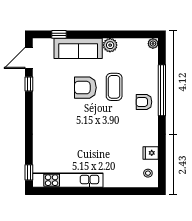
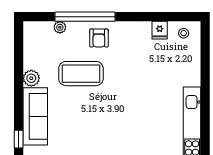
plant: (153, 44) -> (60, 27), moved
coffee table: (114, 87) -> (81, 74), width x1.36, depth x1.32
armchair: (85, 88) -> (82, 108), removed

